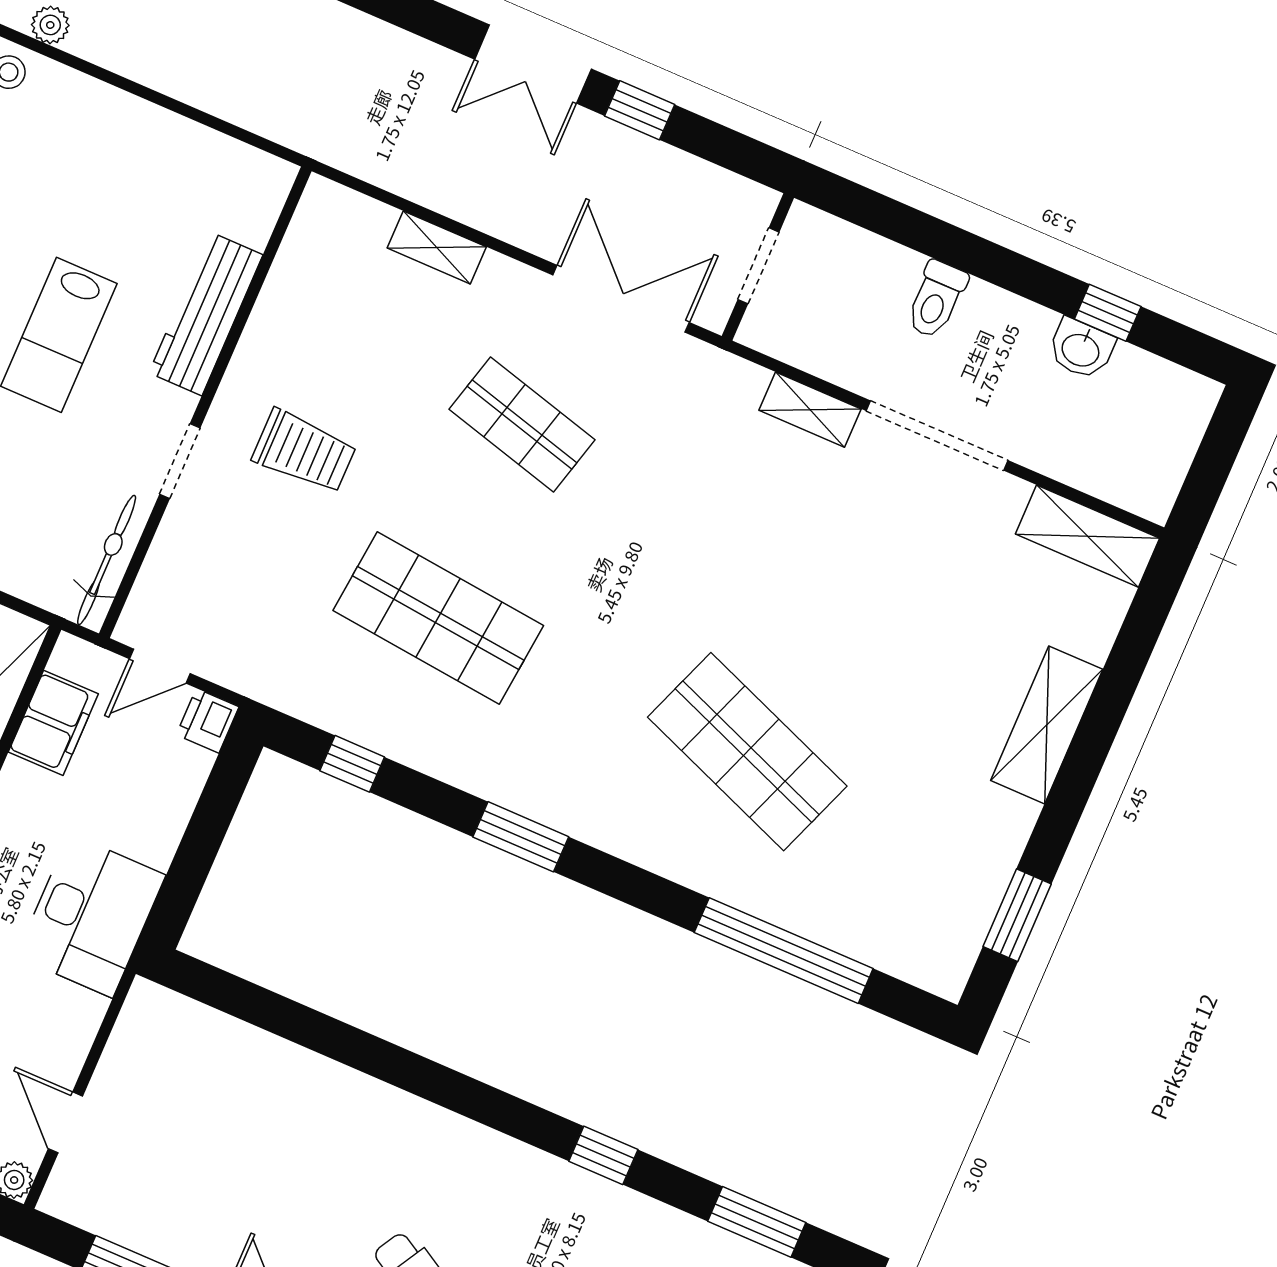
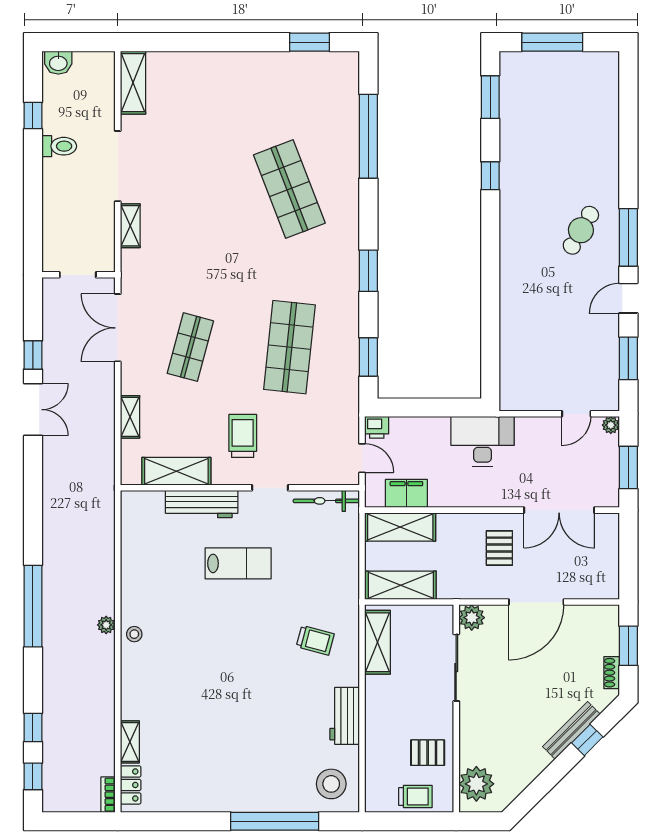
toilet: (936, 299) -> (59, 146), moved
washbasin: (1081, 349) -> (58, 63), moved, turned 90
shelving: (1047, 725) -> (176, 471), moved
shop shelf: (747, 752) -> (289, 189), turned -42
window: (352, 764) -> (368, 357), width x1.50

